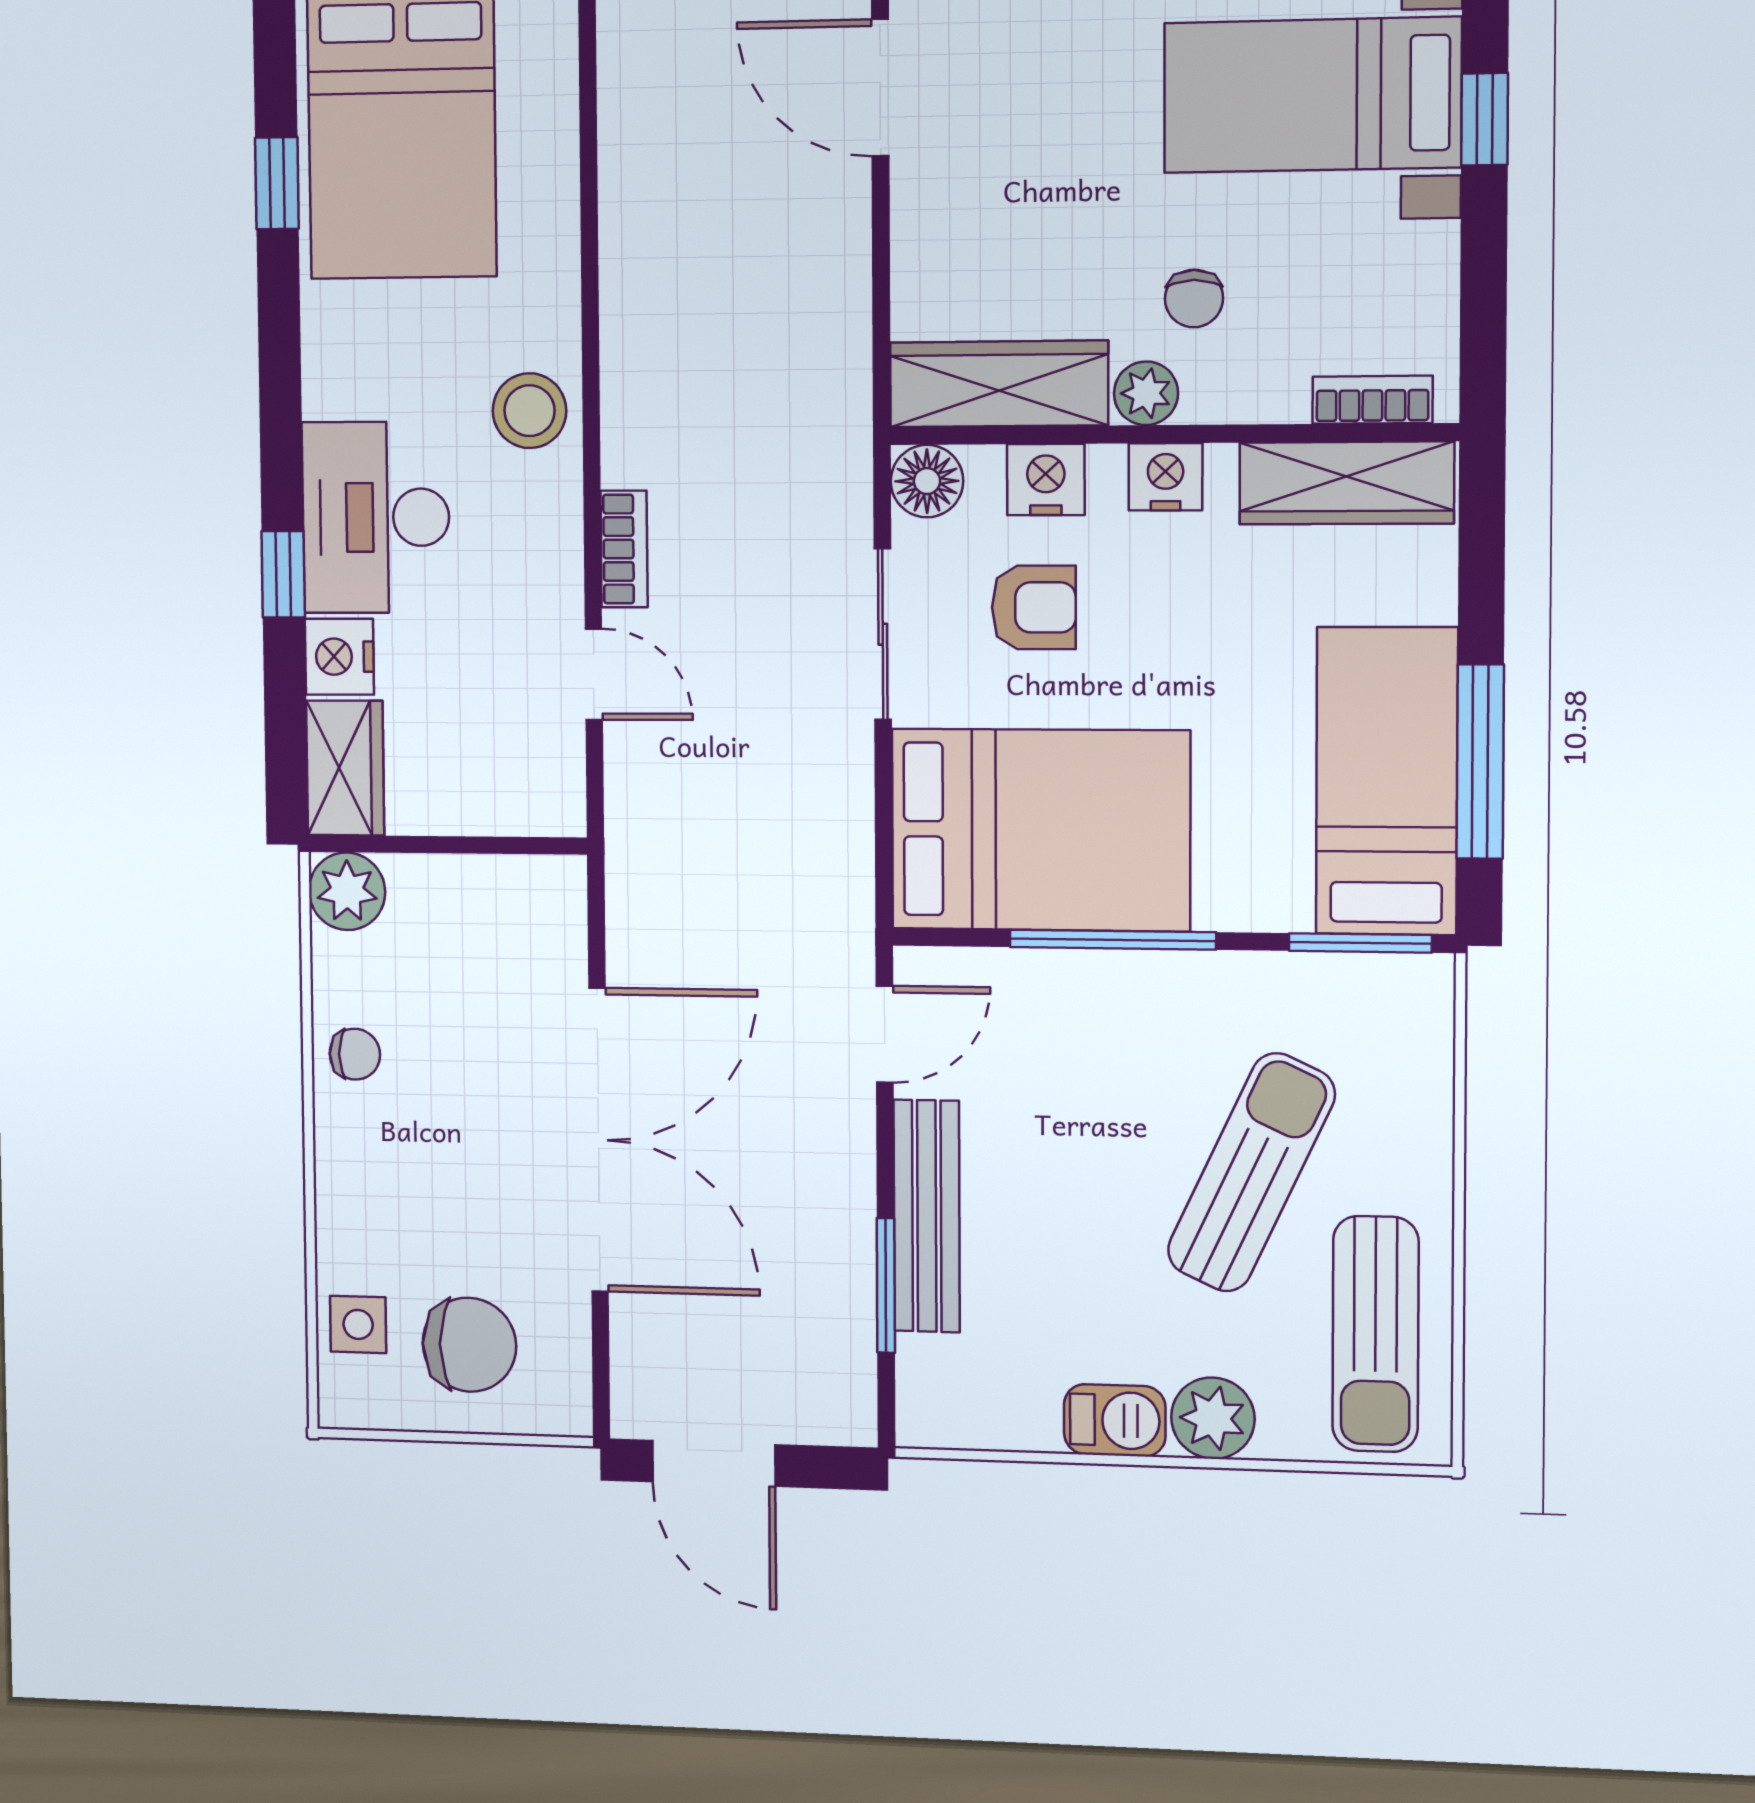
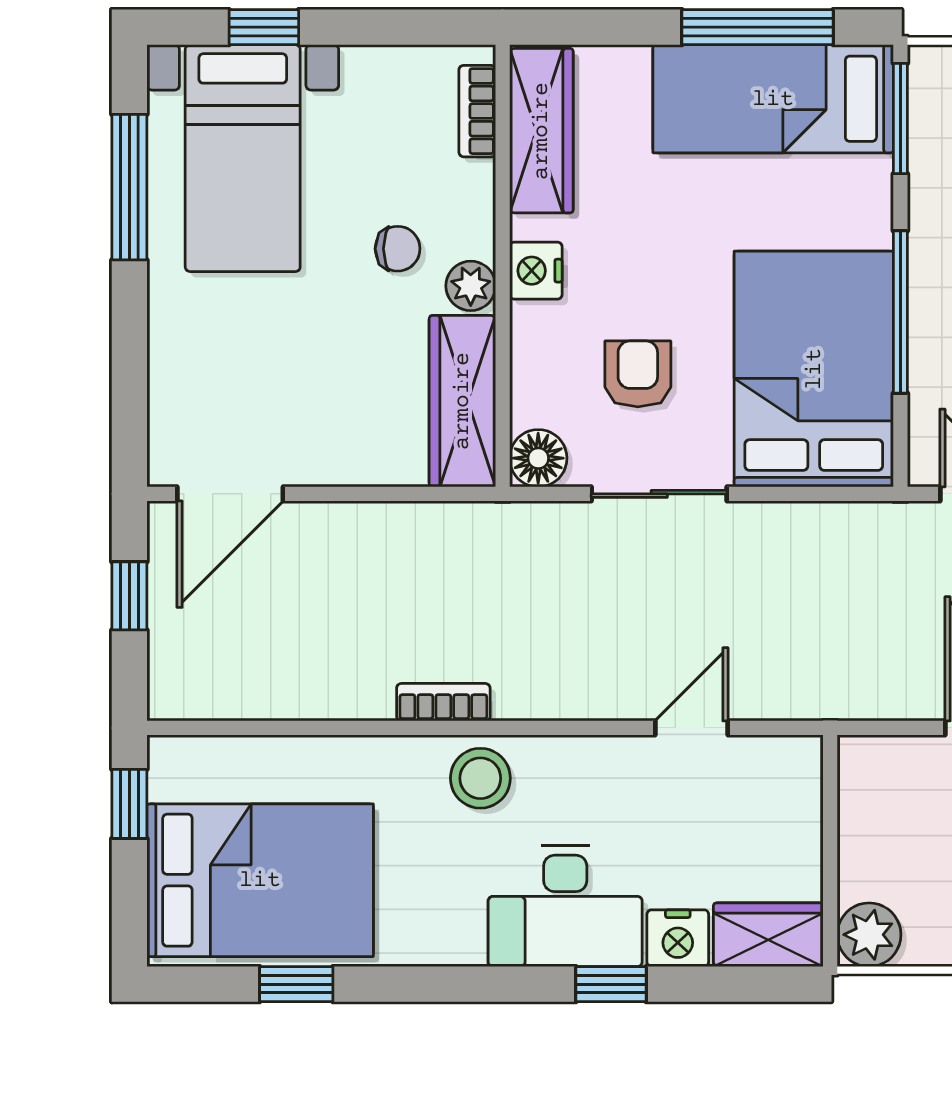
nightstand: (1046, 480) -> (538, 364), removed
bookcase: (624, 549) -> (443, 702), moved

